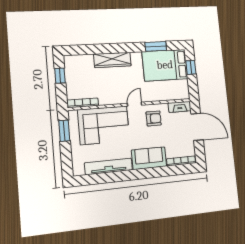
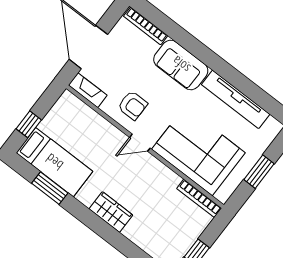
wardrobe: (112, 60) -> (111, 212), width x0.67
bed: (165, 65) -> (54, 162), width x0.67
armchair: (154, 118) -> (133, 105), turned 180
window: (64, 131) -> (259, 172), moved

